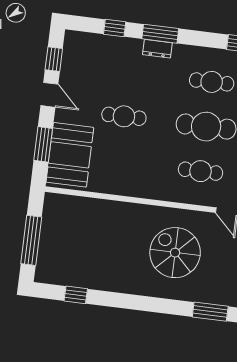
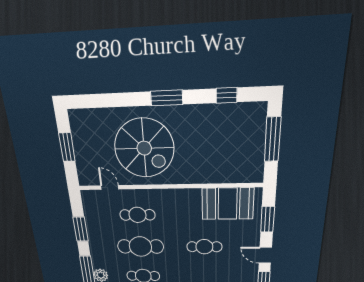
booth: (70, 155) -> (228, 204), moved, turned 90
spiral stairs: (175, 253) -> (144, 148), width x1.37, depth x1.37
window: (210, 312) -> (167, 98), moved

